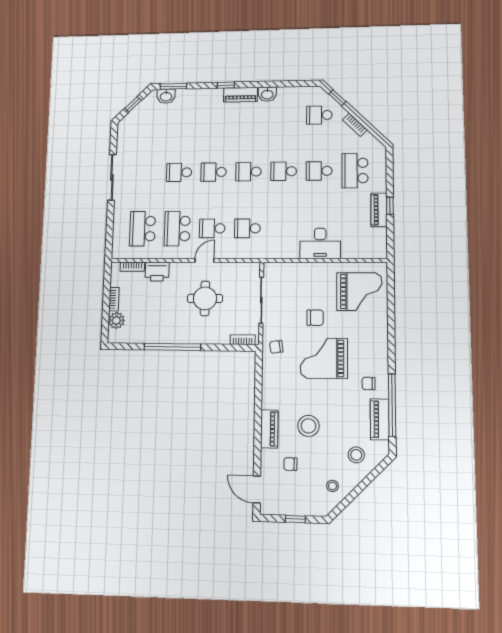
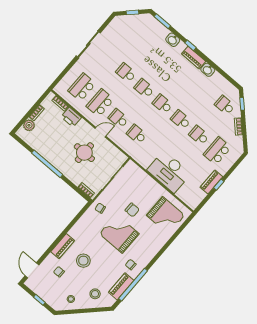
washbasin: (166, 96) -> (173, 40), moved
desk: (320, 243) -> (169, 172), width x1.36, depth x1.30

